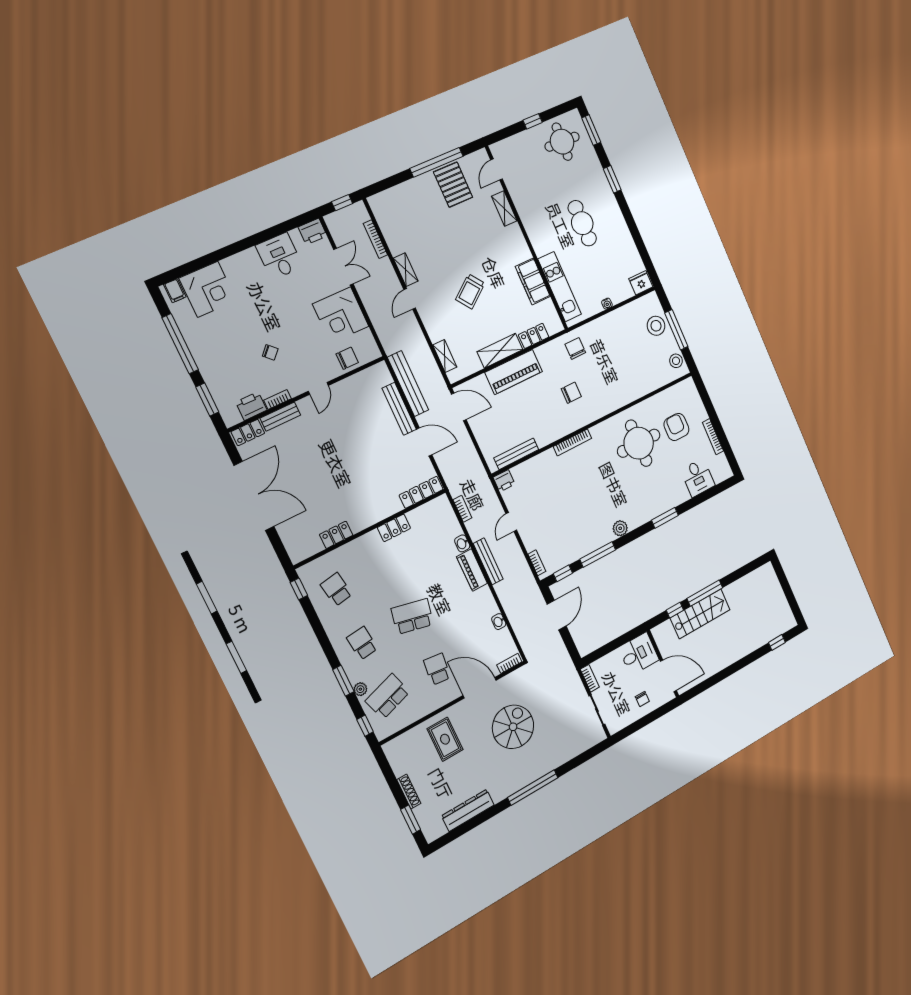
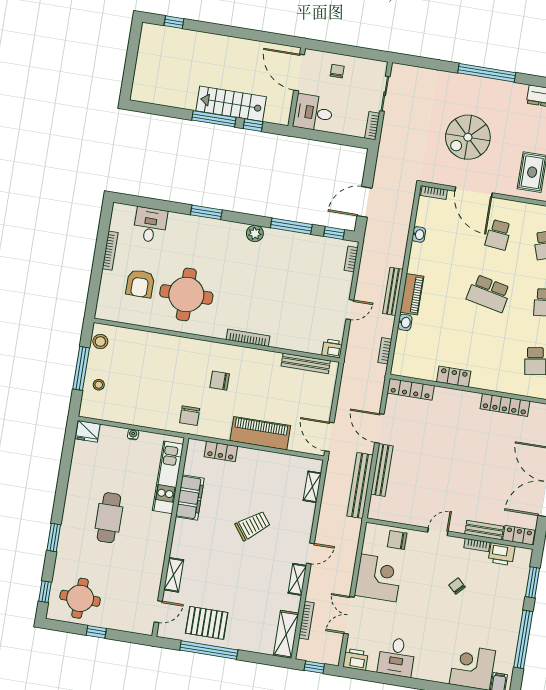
window: (591, 130) -> (45, 592), width x0.67
pallet: (453, 185) -> (207, 623), turned 90
stool: (656, 326) -> (99, 385), width x0.53, depth x0.53
shelving: (500, 351) -> (286, 634), moved, turned 90
locker: (336, 535) -> (505, 405), width x1.53

